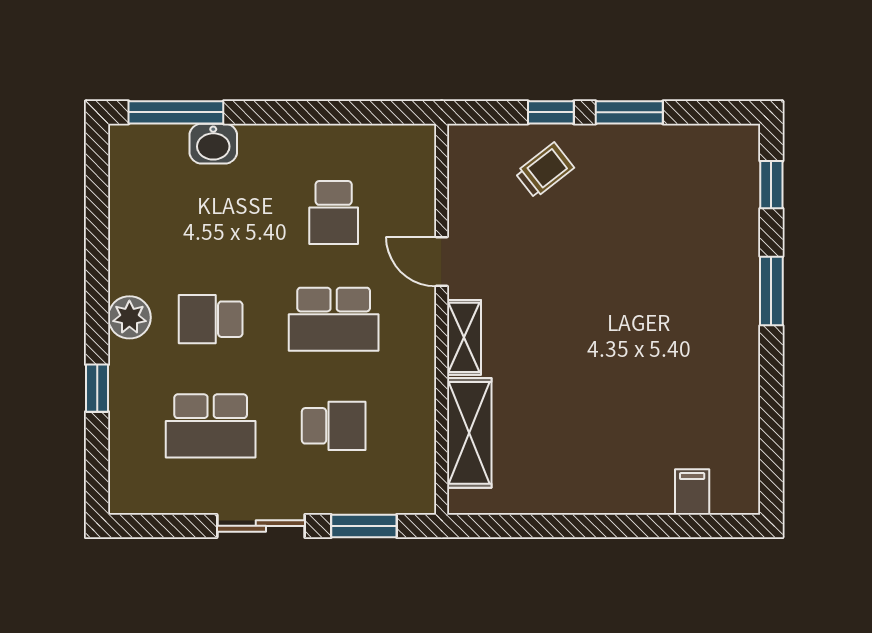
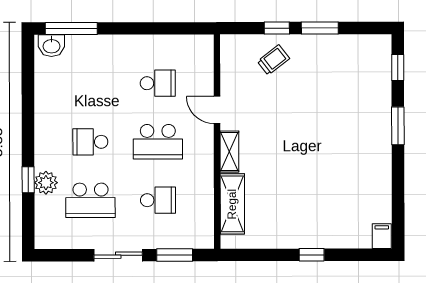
washbasin: (213, 144) -> (51, 46), moved
school desk: (334, 213) -> (158, 83), turned -90
plant: (129, 317) -> (46, 183), moved
filing cabinet: (692, 492) -> (382, 236), moved
window: (614, 526) -> (312, 255), added

